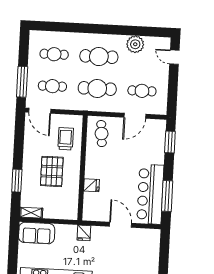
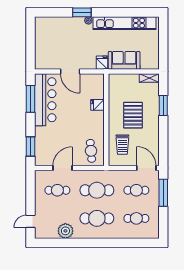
door: (174, 57) -> (30, 221), swing flipped
sofa: (37, 233) -> (124, 60), moved

